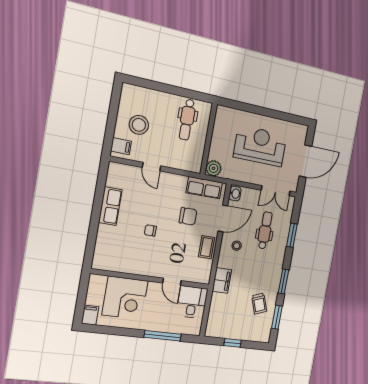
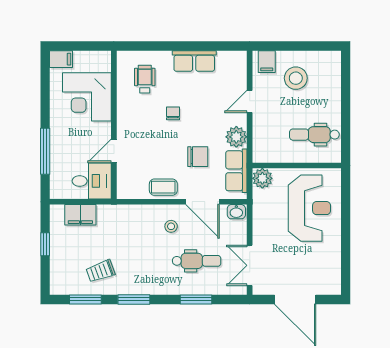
reception desk: (260, 146) -> (309, 208), moved
plant: (178, 183) -> (236, 137), added
chair: (188, 216) -> (198, 157), turned -90
wheelchair: (119, 249) -> (145, 79), added
filing cabinet: (222, 281) -> (80, 215), moved

